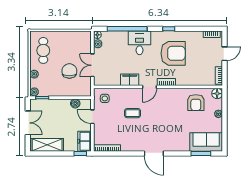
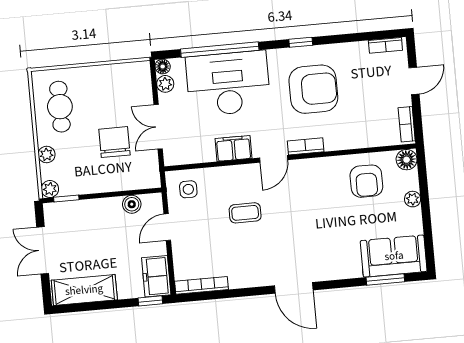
desk: (140, 43) -> (228, 83), width x1.87, depth x1.30
door: (92, 117) -> (167, 227), hinge flipped
double door: (28, 123) -> (43, 250), swing flipped

